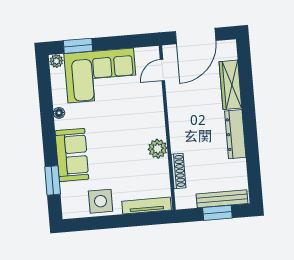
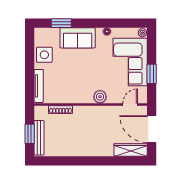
window: (78, 46) -> (152, 74), moved
door: (162, 70) -> (130, 104), hinge flipped
wardrobe: (230, 85) -> (131, 150), moved
dresser: (235, 134) -> (82, 150), removed
plant: (158, 149) -> (100, 97), moved

